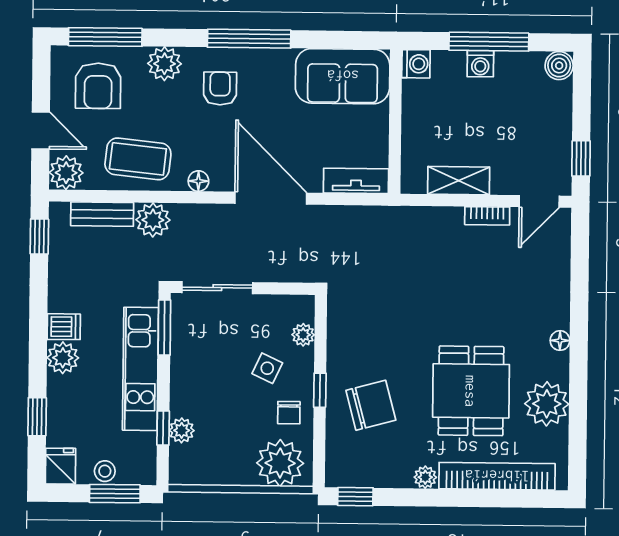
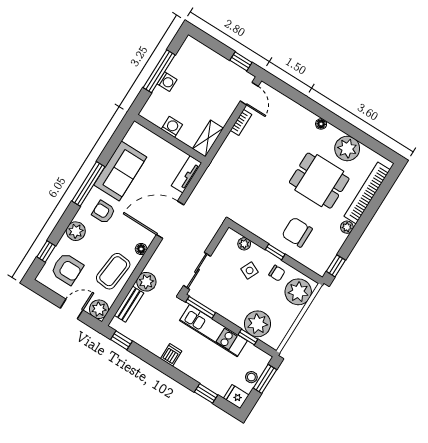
window: (105, 37) -> (46, 251), width x0.46
washing machine: (416, 64) -> (172, 127), moved
boiler: (559, 66) -> (191, 45), removed
sofa: (343, 76) -> (120, 171), moved
shelving: (459, 181) -> (208, 139), moved
plant: (63, 358) -> (186, 364), removed
chair: (371, 405) -> (297, 232), turned -75
plant: (182, 430) -> (258, 324), width x1.88, depth x1.88

